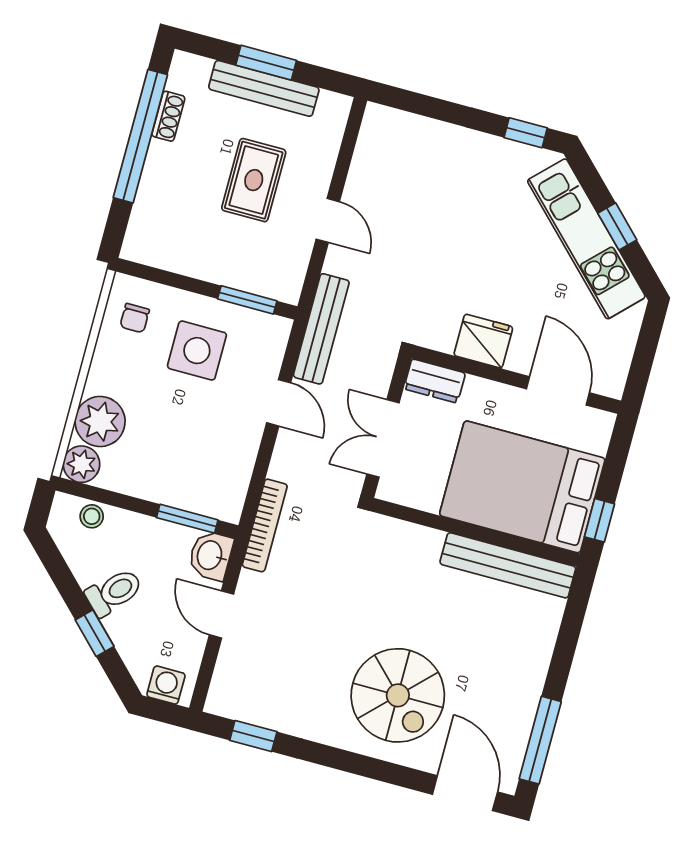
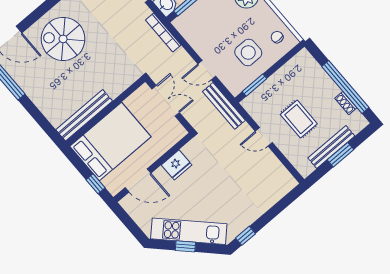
dresser: (435, 381) -> (174, 136), removed
window: (600, 520) -> (96, 184), moved

